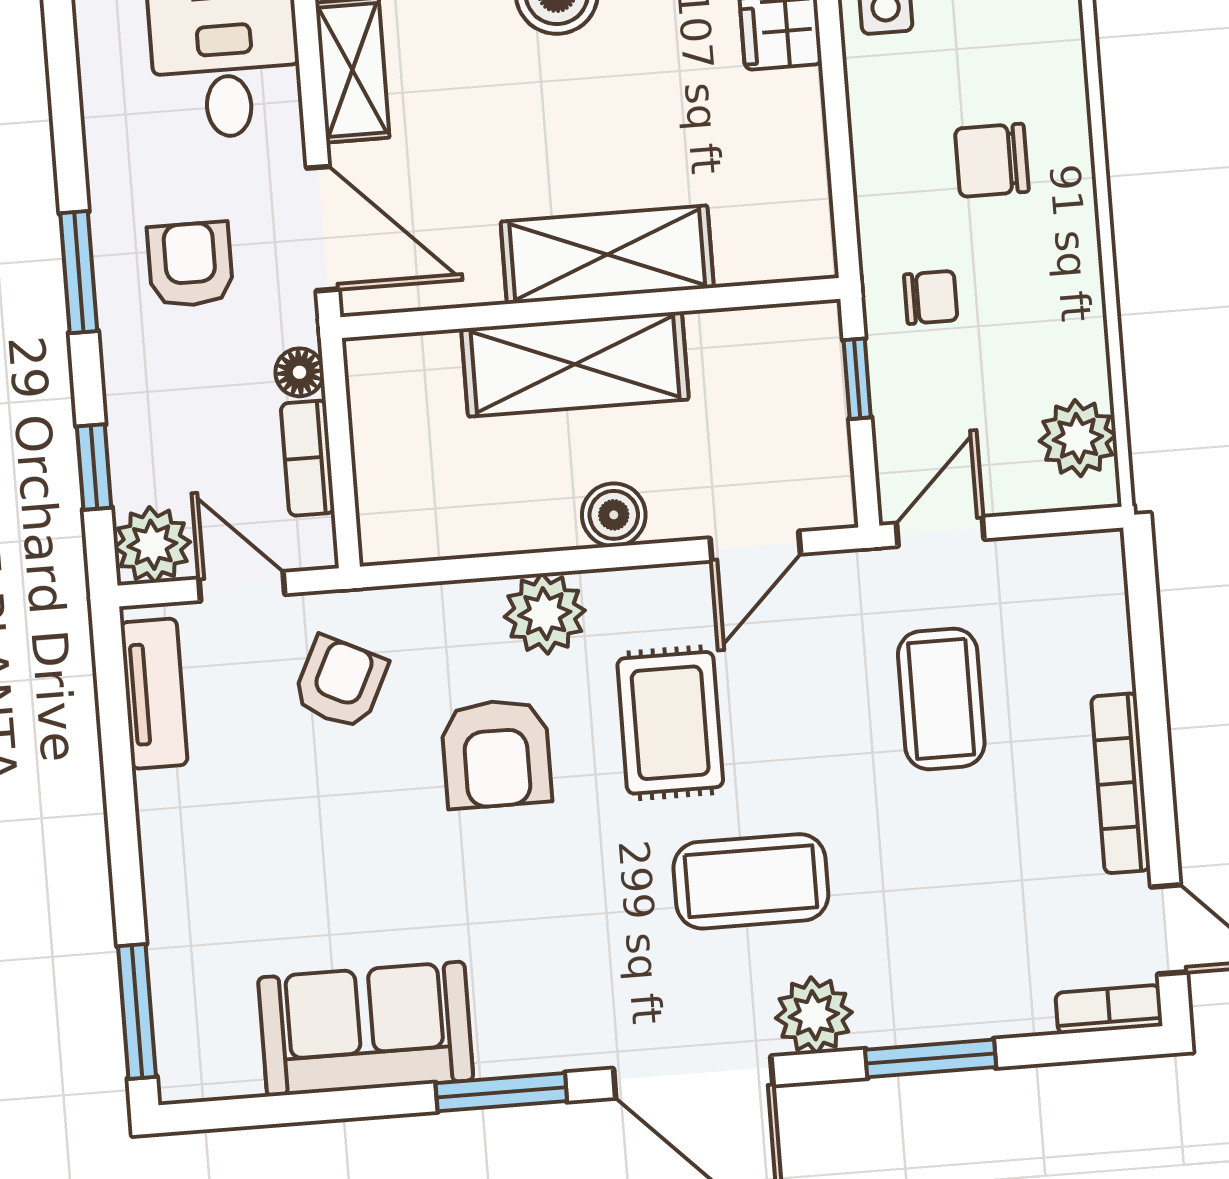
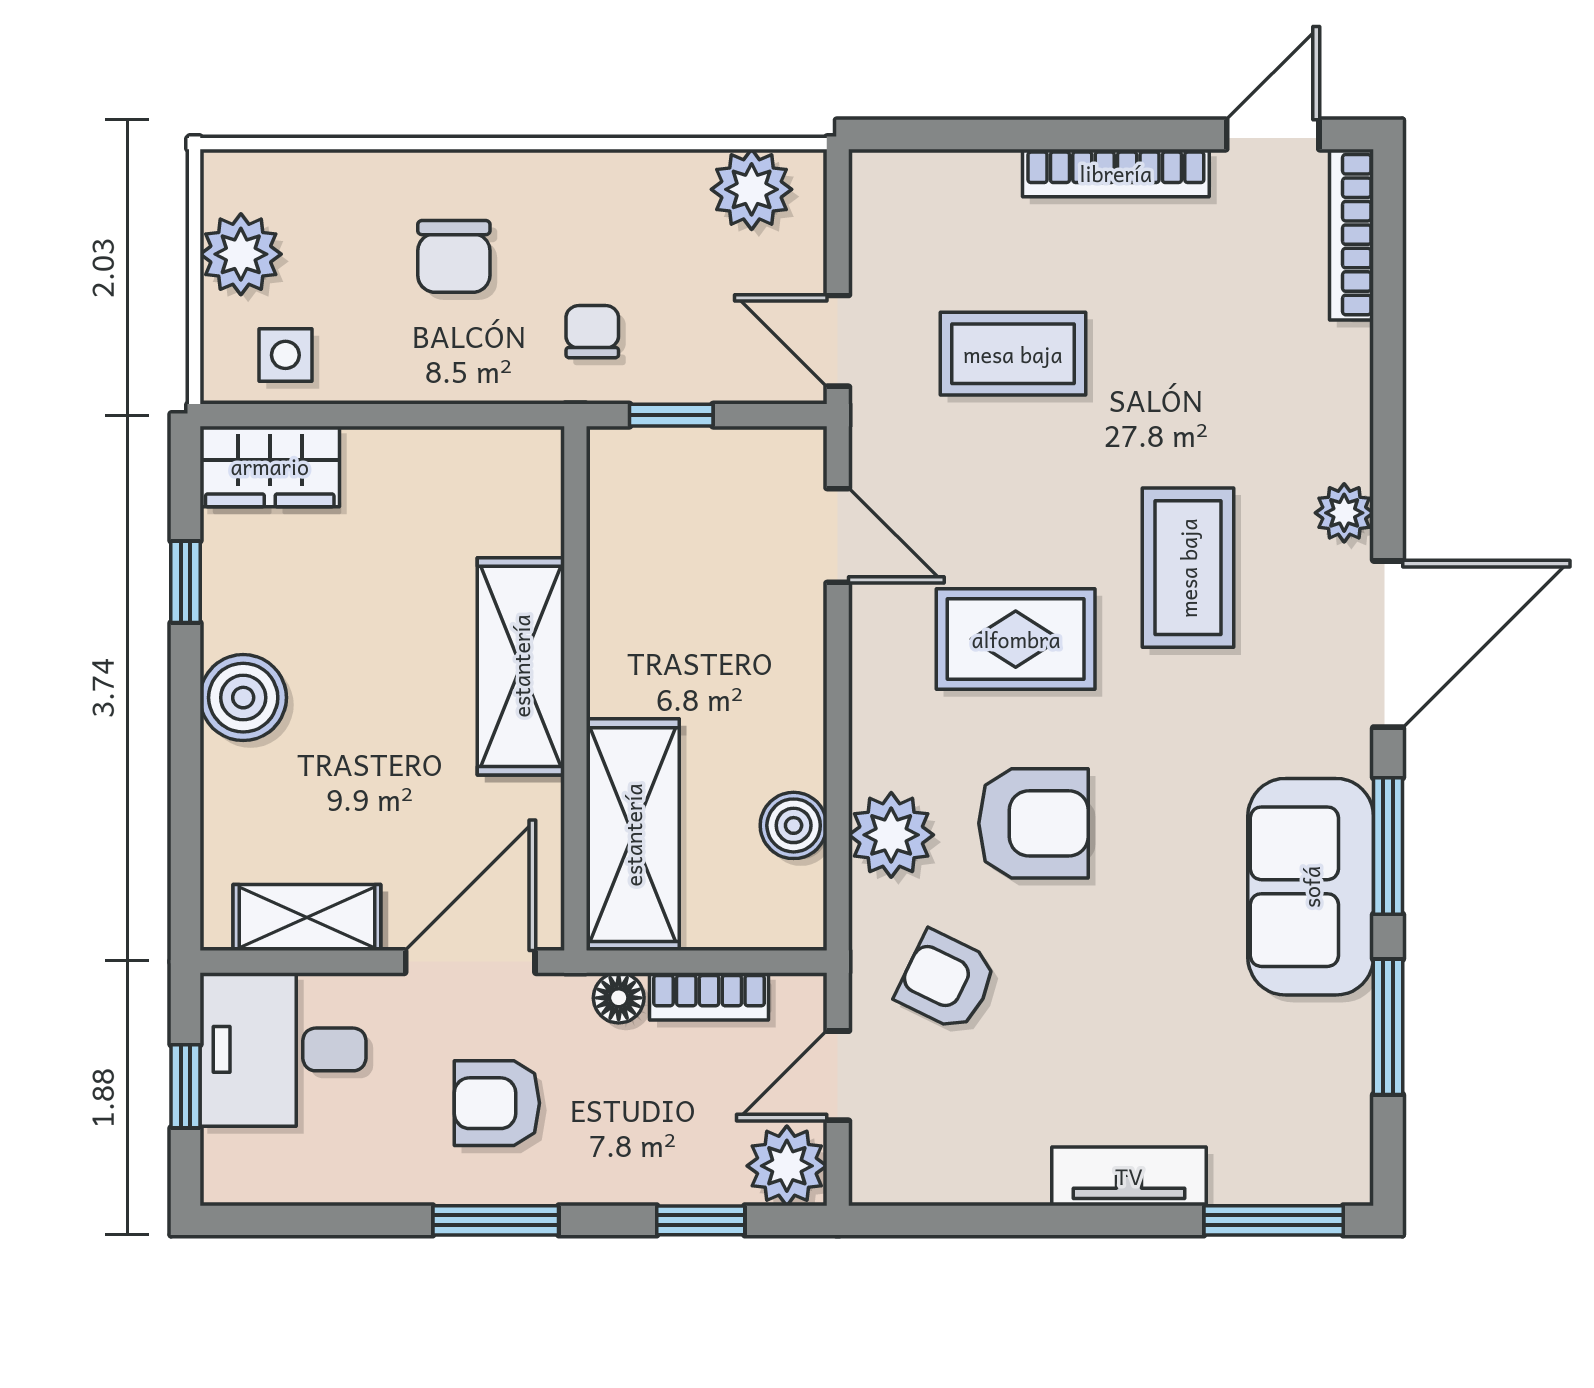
shelving: (575, 364) -> (633, 835), moved
boiler: (614, 515) -> (794, 825), moved
plant: (545, 614) -> (891, 835), moved
tv unit: (154, 694) -> (1129, 1176), moved
bookcase: (1109, 1009) -> (1351, 235), width x1.56
plant: (814, 1015) -> (1344, 513), width x0.73, depth x0.73
sofa: (366, 1029) -> (1311, 887), moved
window: (931, 1058) -> (1388, 1027), moved

